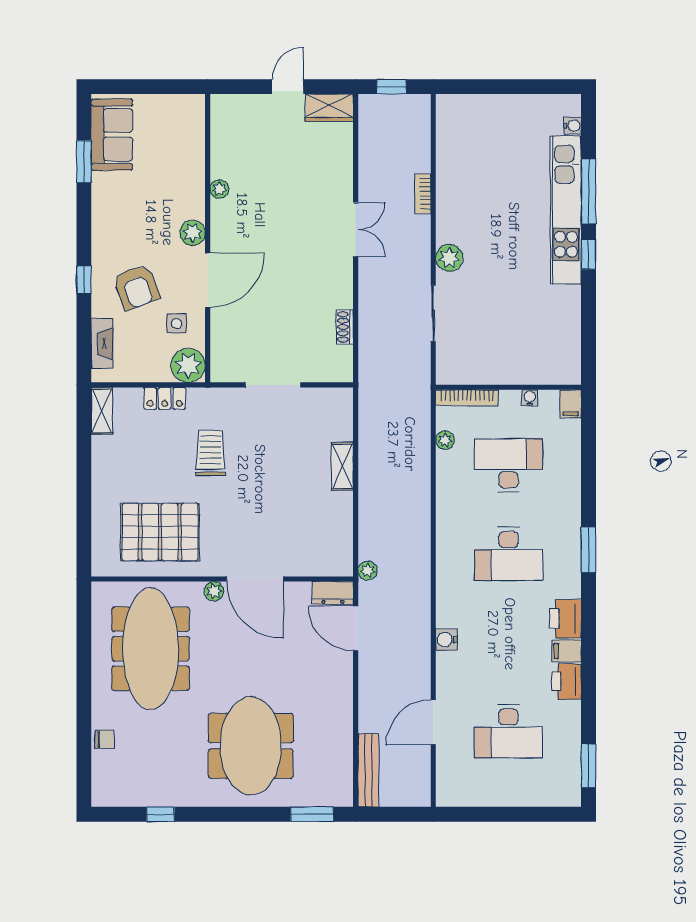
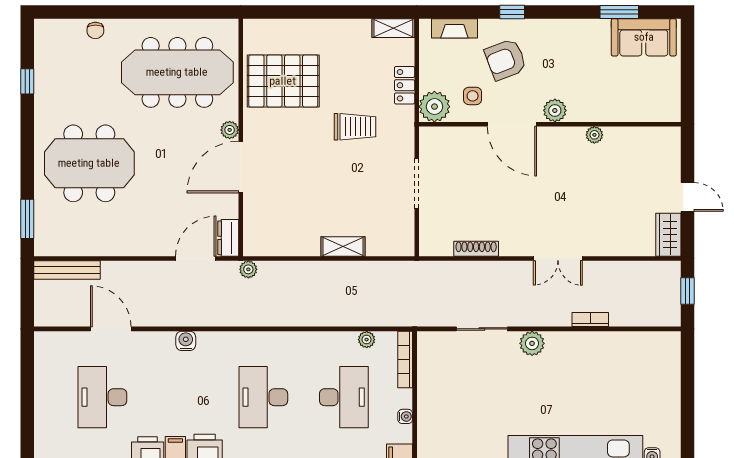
shoe rack: (345, 327) -> (476, 249), width x1.43
pallet: (160, 532) -> (283, 81), turned 90

